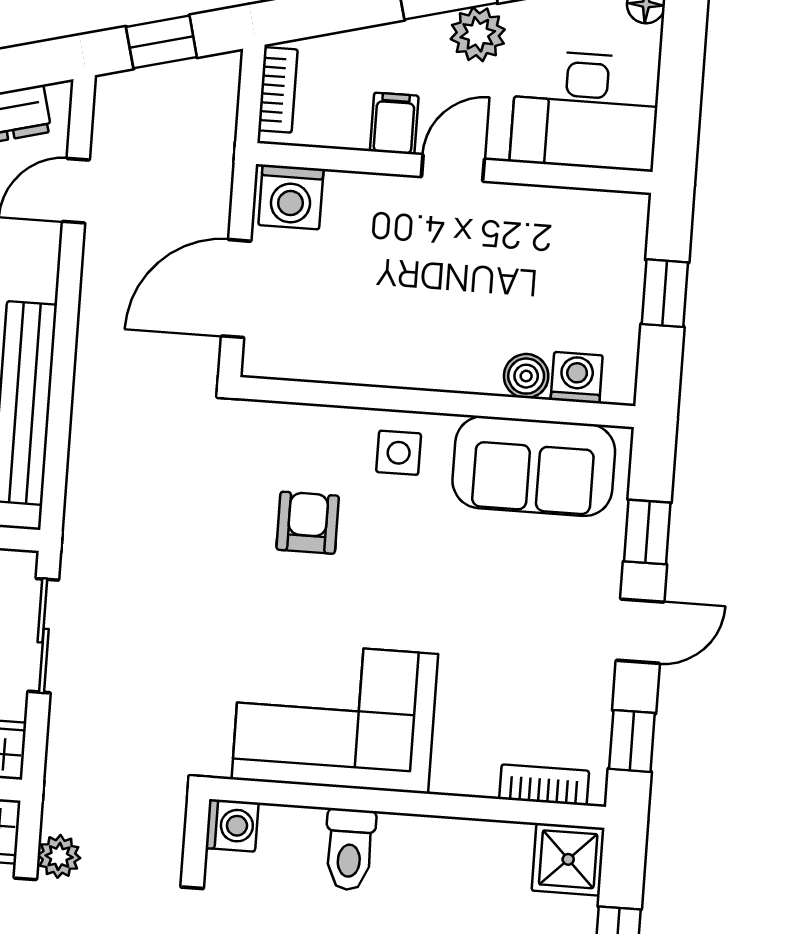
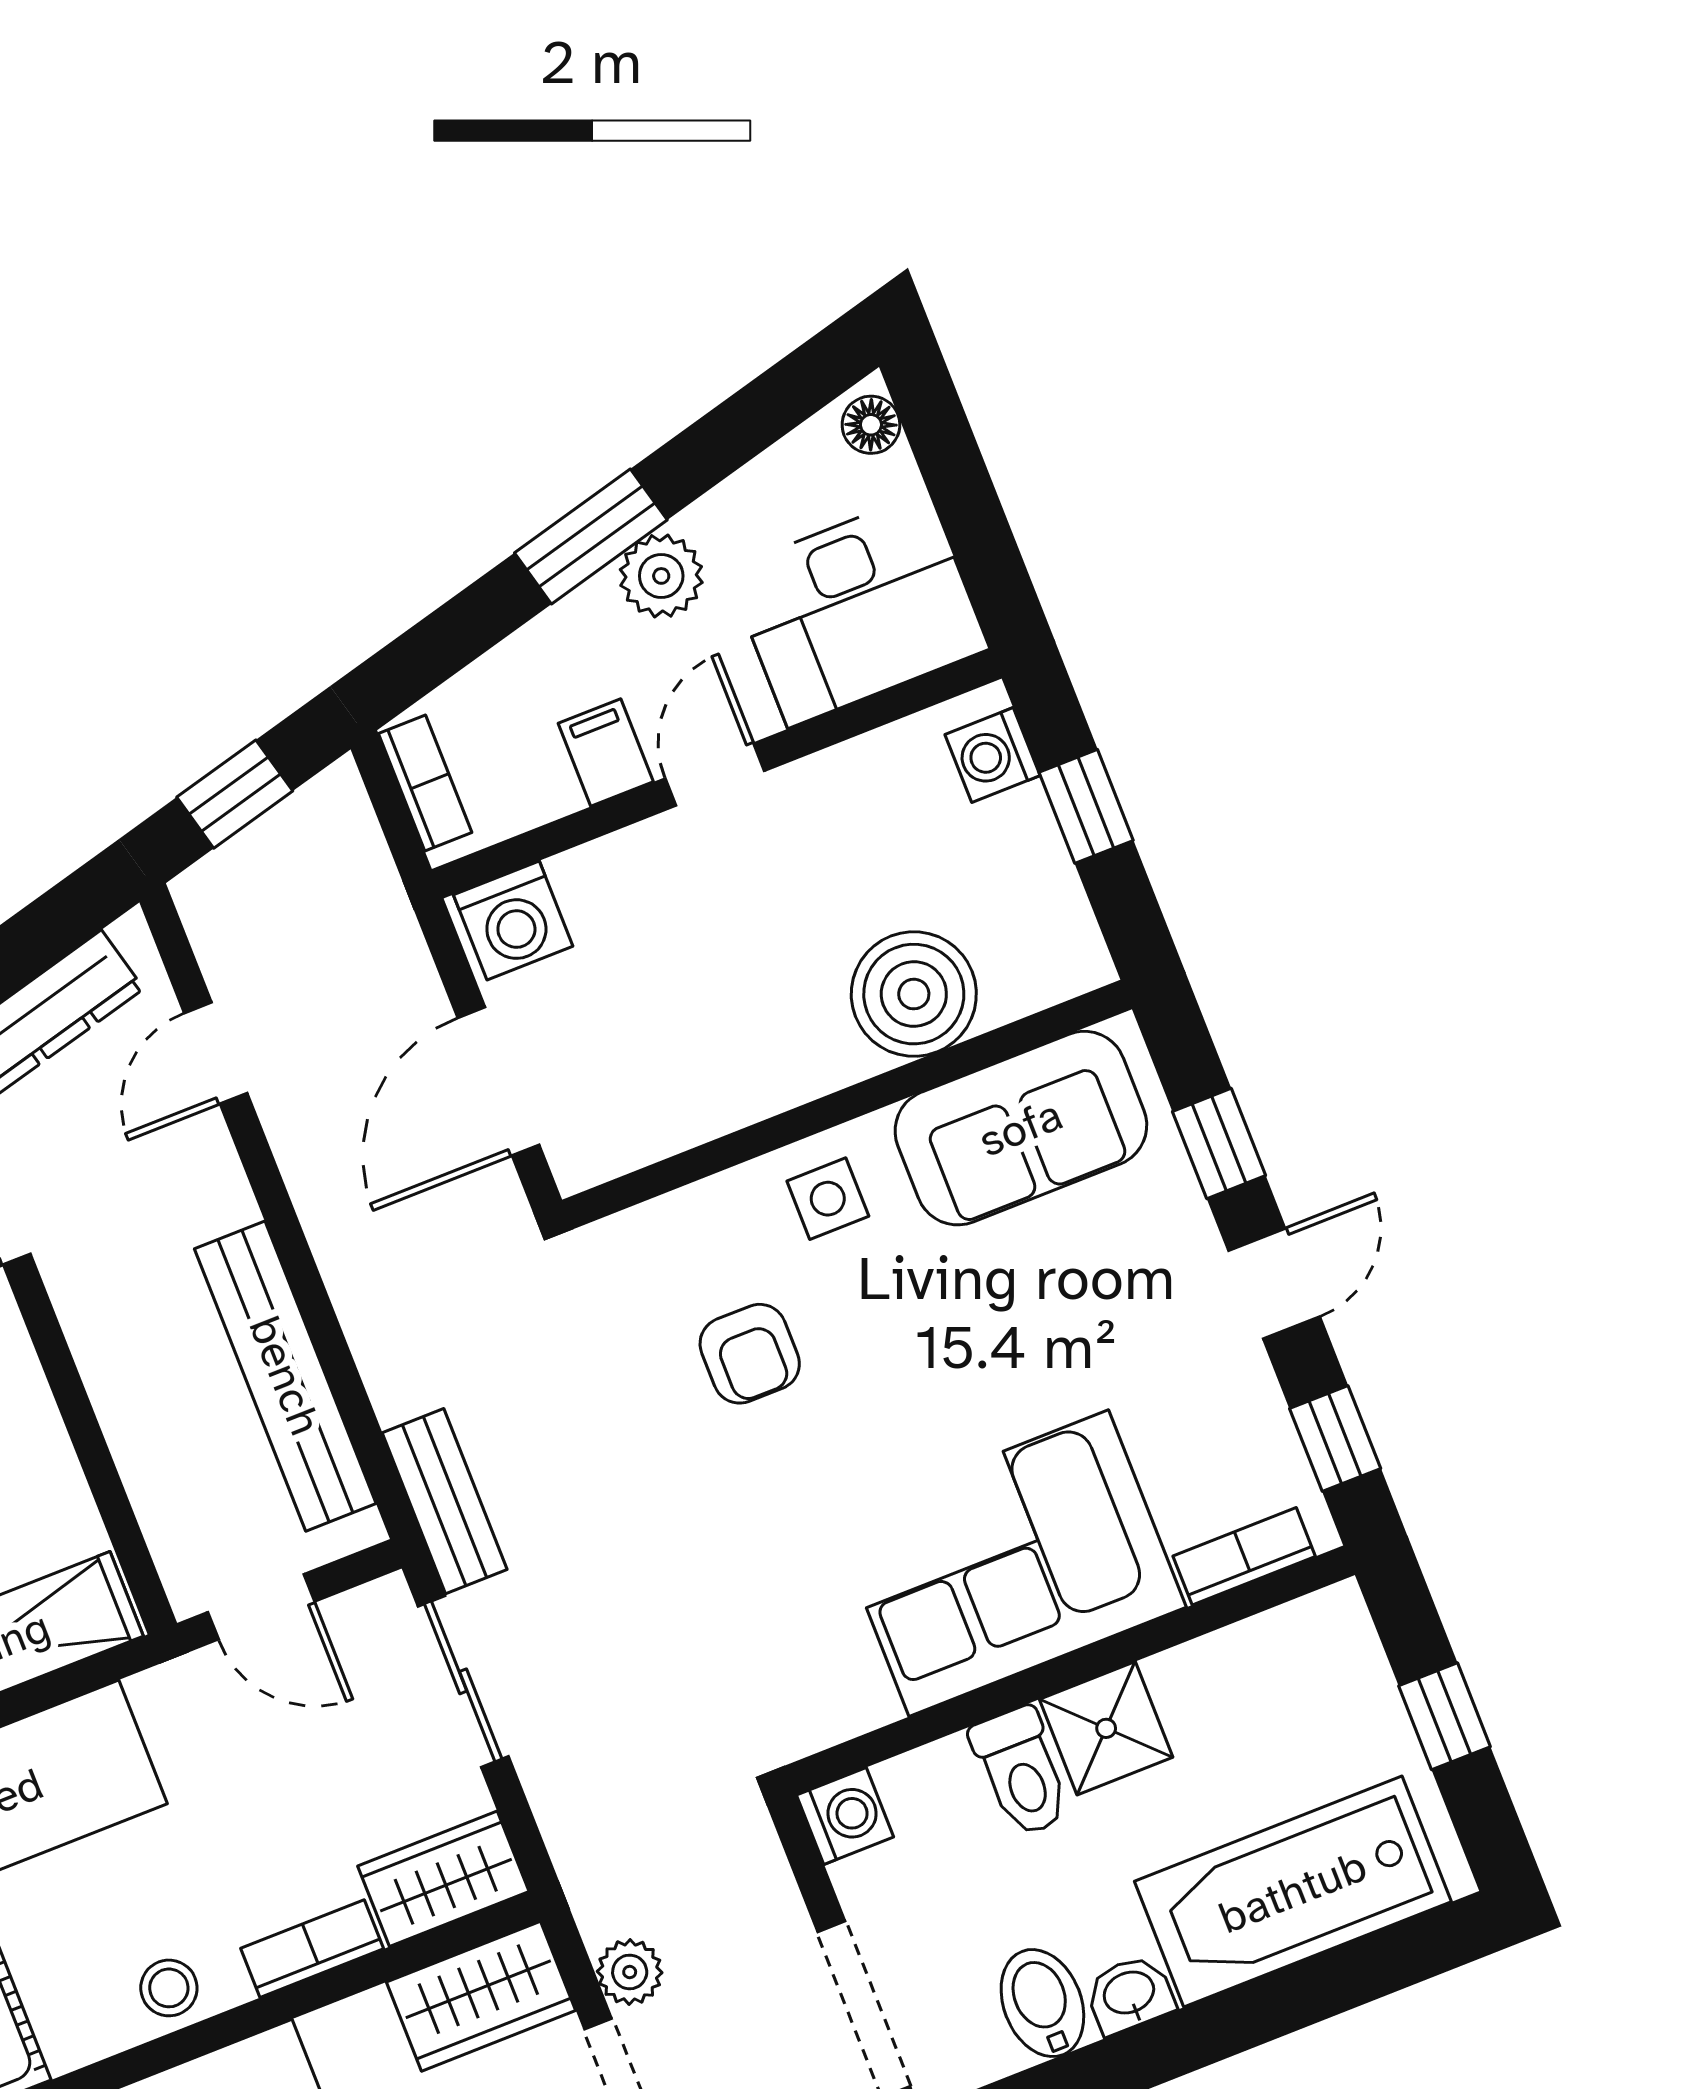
boiler: (526, 376) -> (914, 994), width x1.86, depth x1.86
washing machine: (577, 378) -> (993, 755), moved, turned -90
bench: (84, 523) -> (445, 1501), added
armchair: (308, 523) -> (750, 1354), turned 180
corner sofa: (335, 717) -> (1009, 1563), moved
shower: (568, 859) -> (1106, 1728), moved

